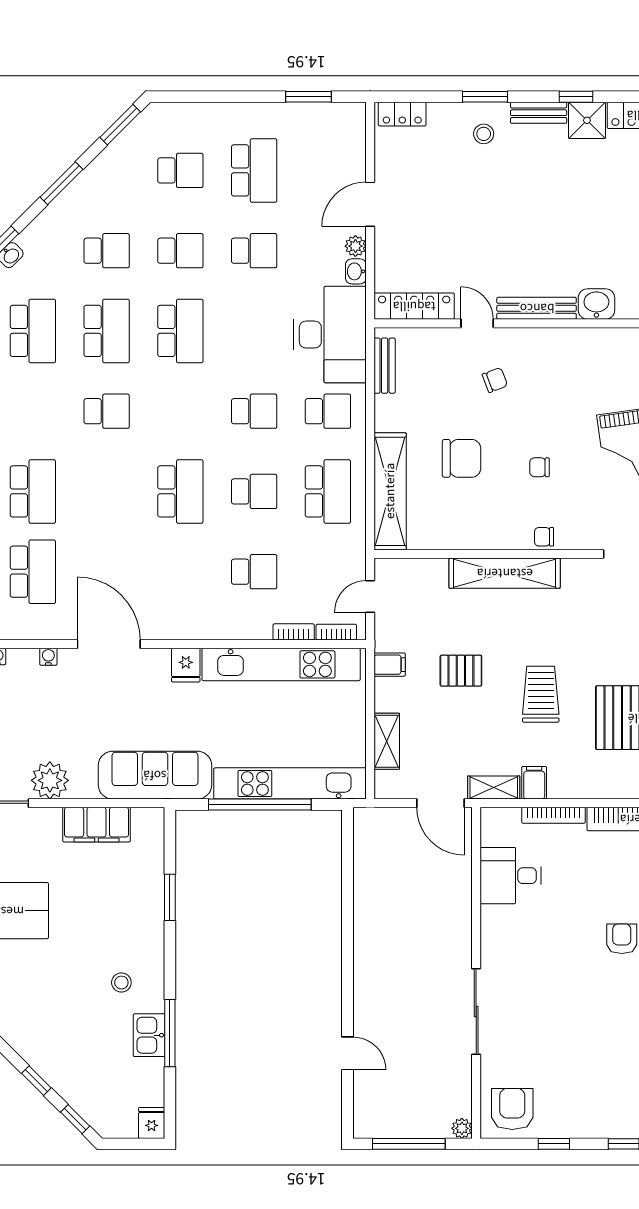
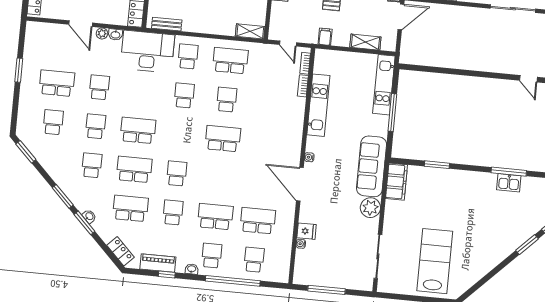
window: (308, 97) -> (19, 70), moved
window: (62, 183) -> (63, 196), moved
shelving: (390, 491) -> (250, 31), width x0.45, depth x0.75
school desk: (254, 572) -> (173, 212), moved
door: (109, 644) -> (300, 184), hinge flipped
water cooler: (48, 657) -> (309, 157), moved
kitchen unit: (281, 664) -> (318, 105), width x0.73
fridge: (186, 665) -> (307, 231), moved
plant: (50, 780) -> (370, 208), moved
kitchen unit: (290, 783) -> (384, 85), width x0.73
window: (260, 805) -> (392, 113), width x0.68
filing cabinet: (97, 825) -> (396, 182), moved
stool: (121, 983) -> (479, 195), removed
door: (348, 1053) -> (528, 79), swing flipped
window: (36, 1081) -> (527, 245), width x1.50

